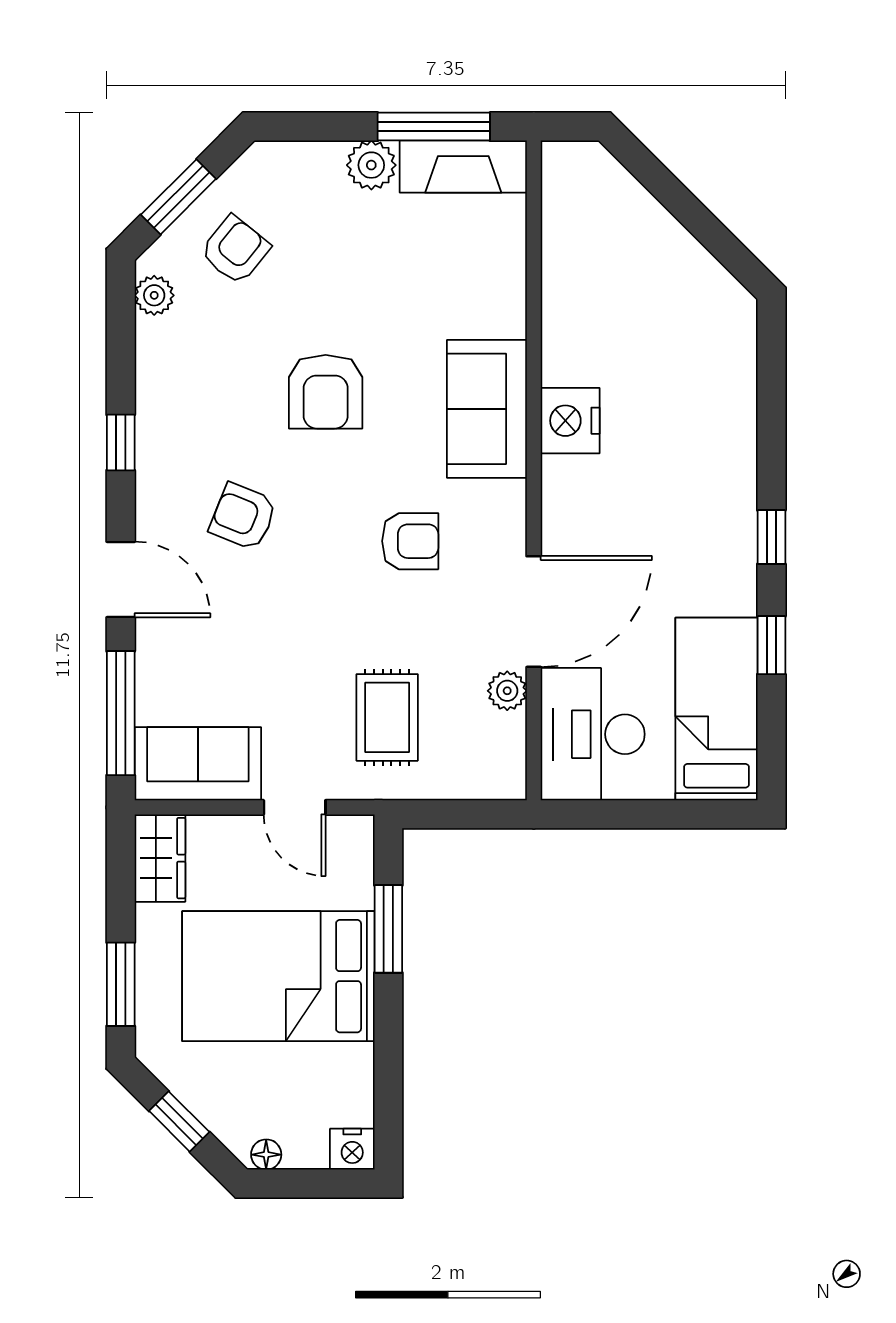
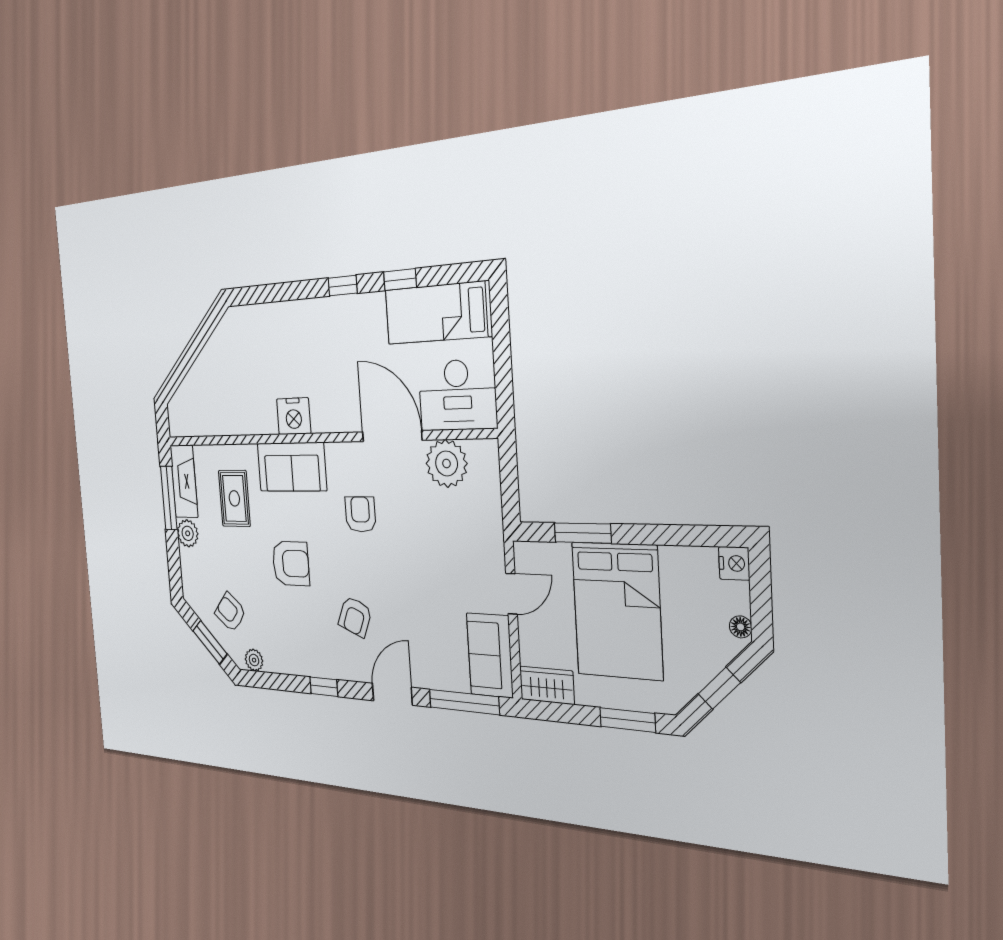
plant: (507, 691) -> (447, 463), width x1.87, depth x1.87
rug: (387, 717) -> (234, 498), moved, turned 90

